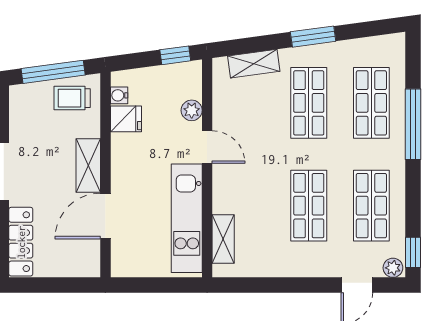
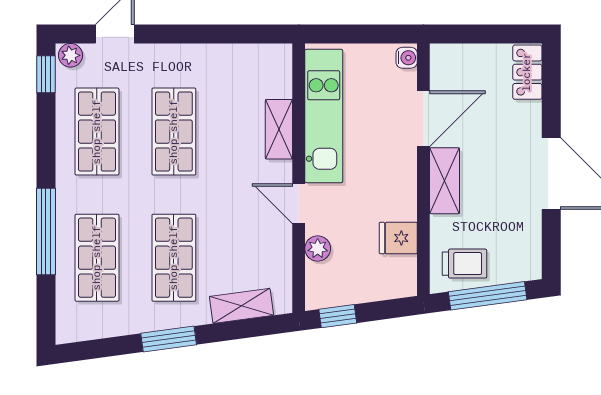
water cooler: (119, 95) -> (407, 58), moved
shelving: (223, 239) -> (279, 129), moved
locker: (21, 242) -> (527, 72), width x0.66

